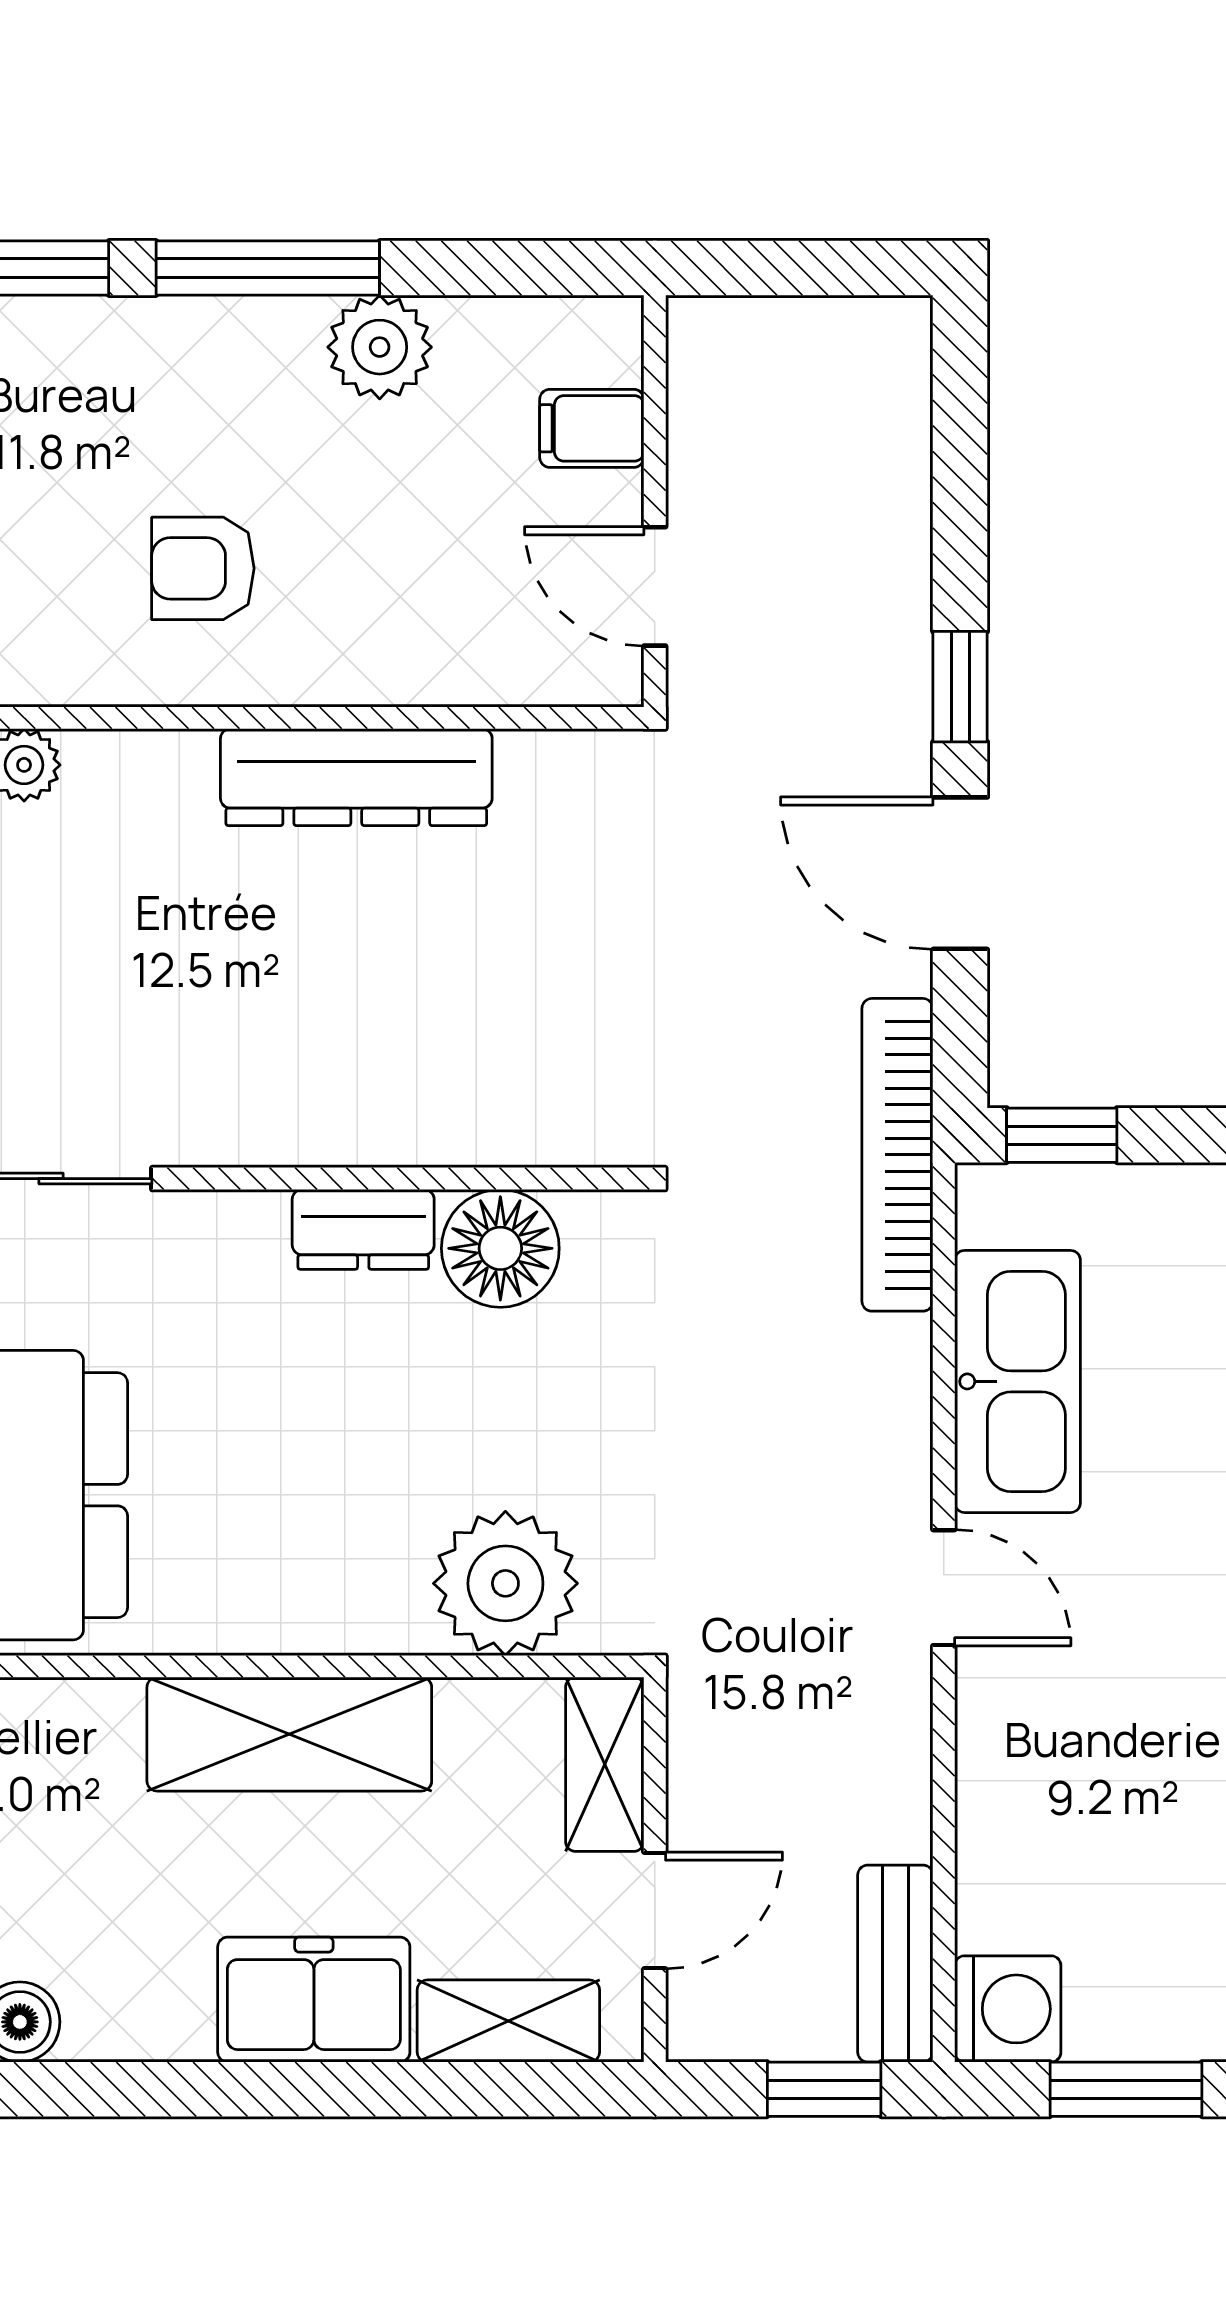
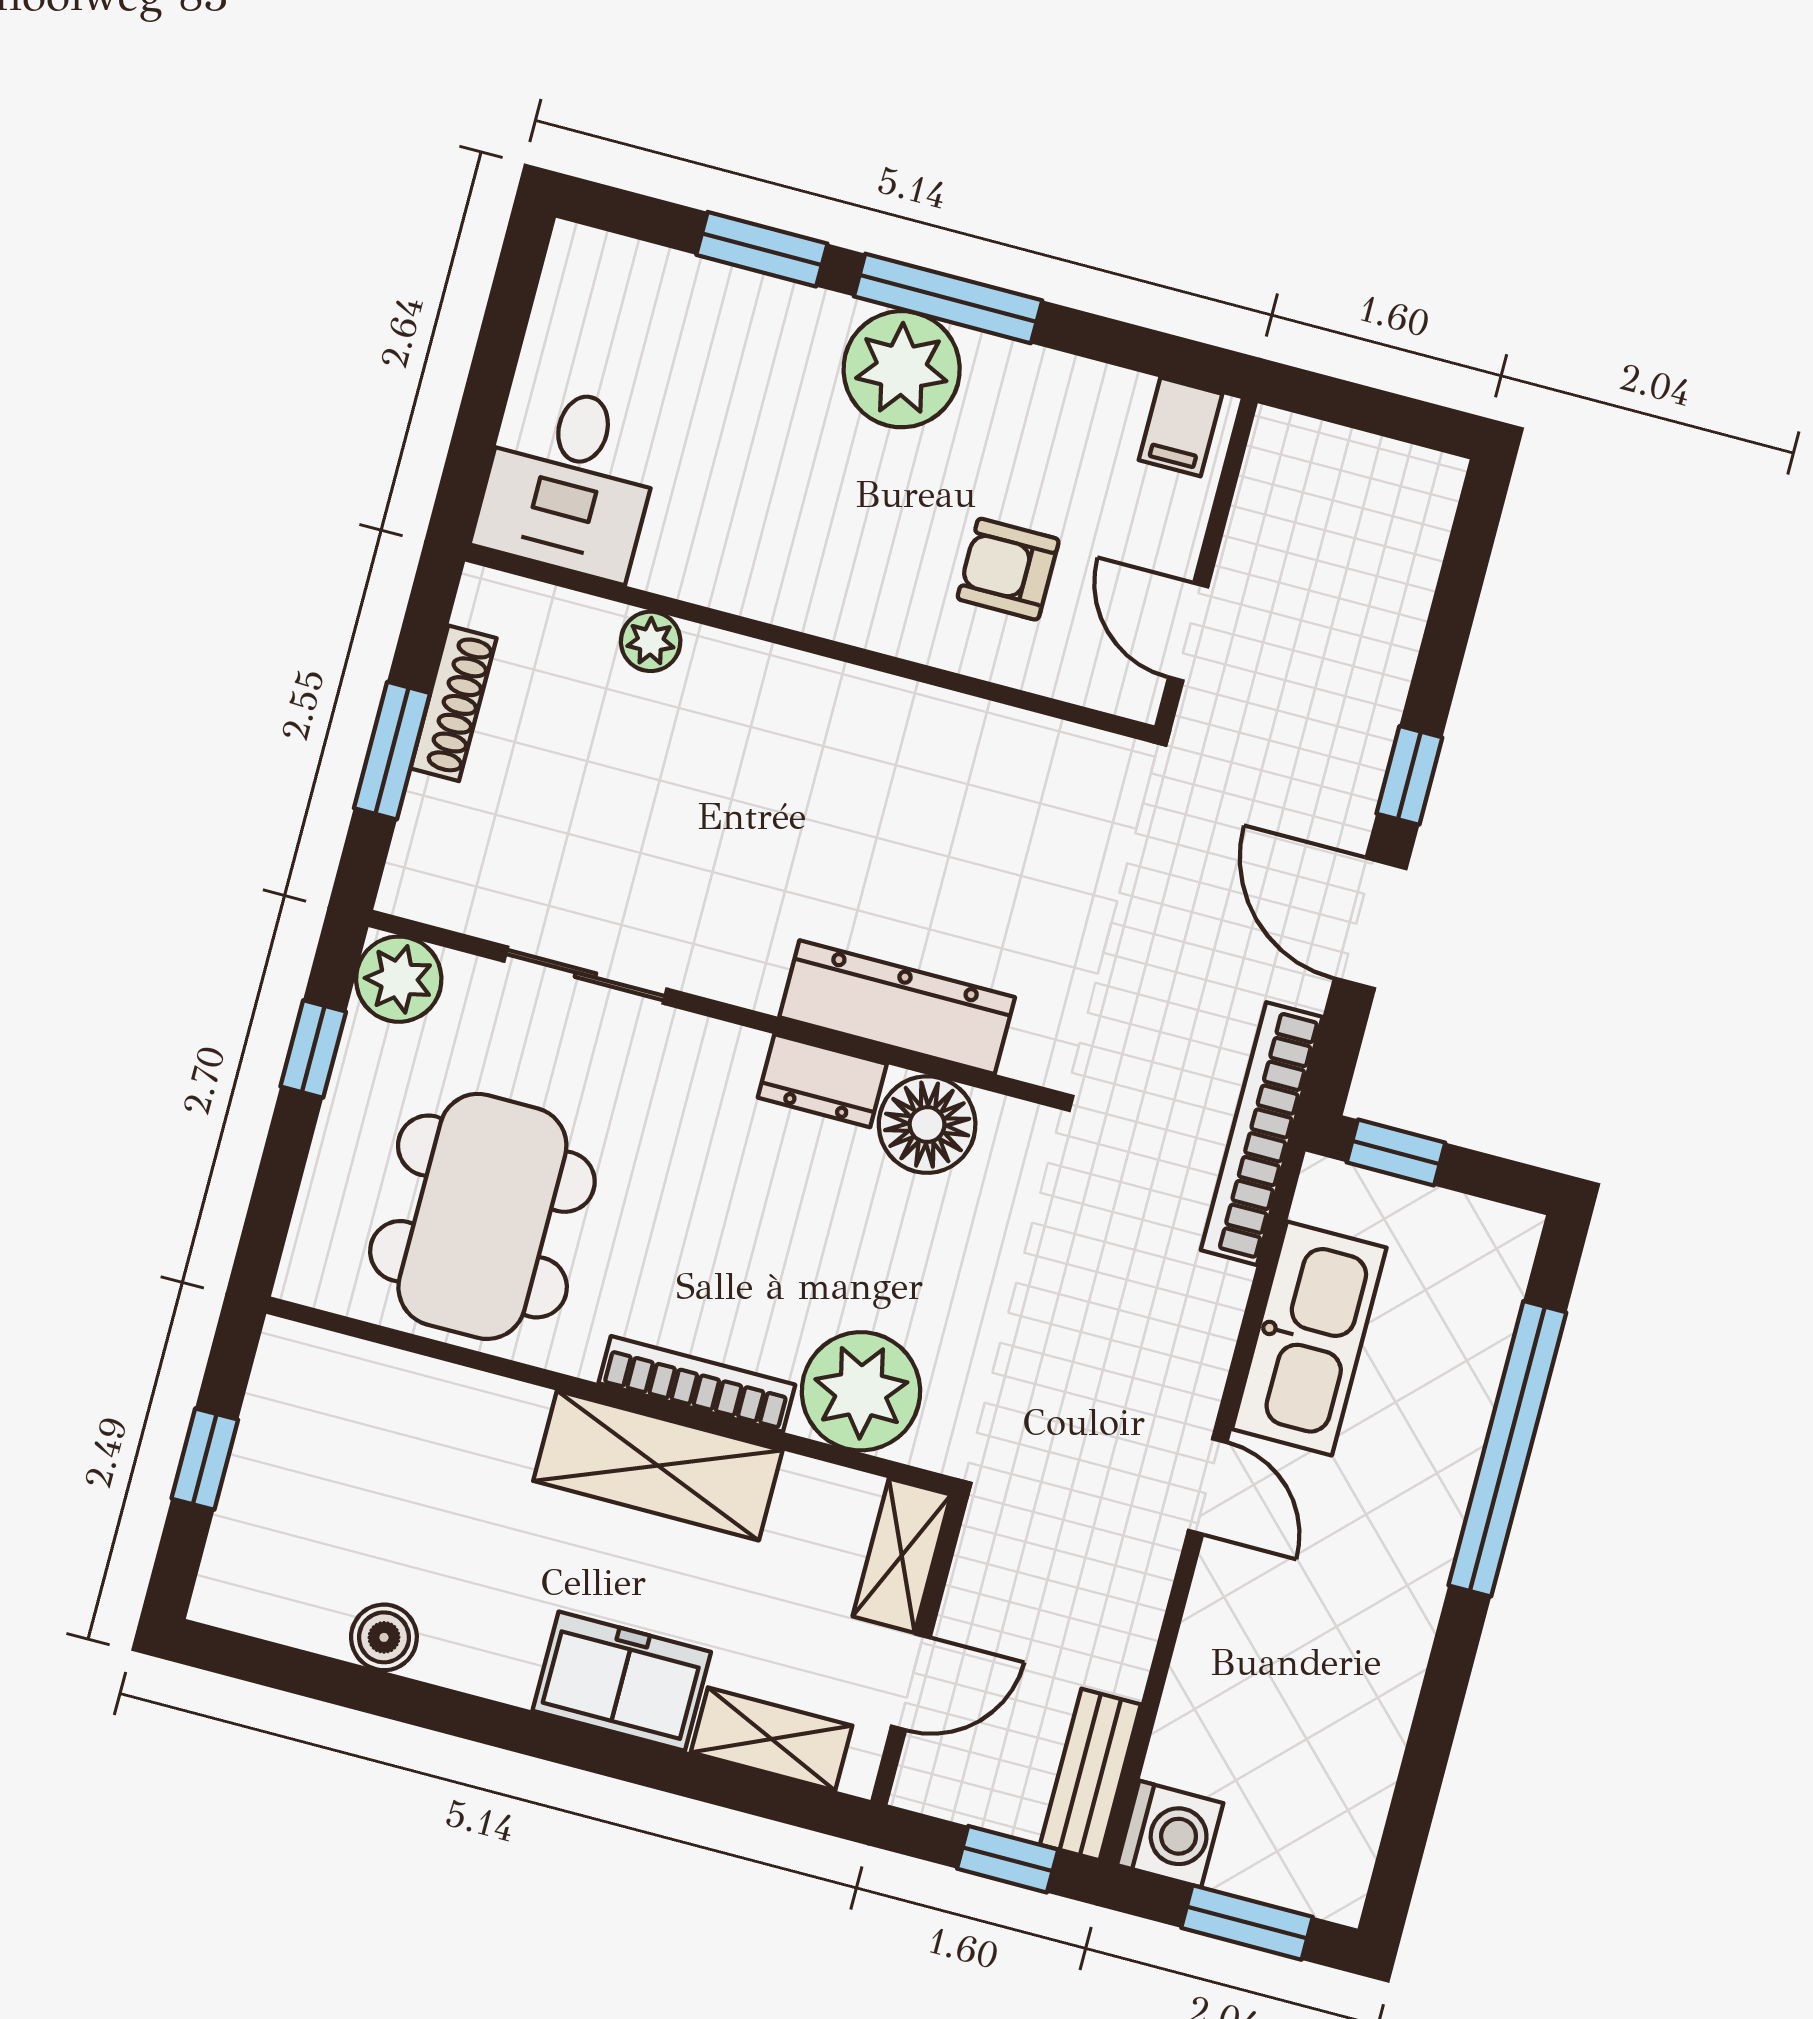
plant: (380, 347) -> (902, 369), moved, width x1.36, depth x1.36
filing cabinet: (592, 428) -> (1180, 427), moved, turned -90
armchair: (203, 568) -> (1008, 569), moved
dresser: (356, 777) -> (897, 1007), moved, turned 180
bookcase: (310, 1626) -> (697, 1384), added

